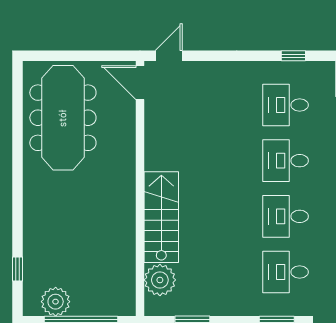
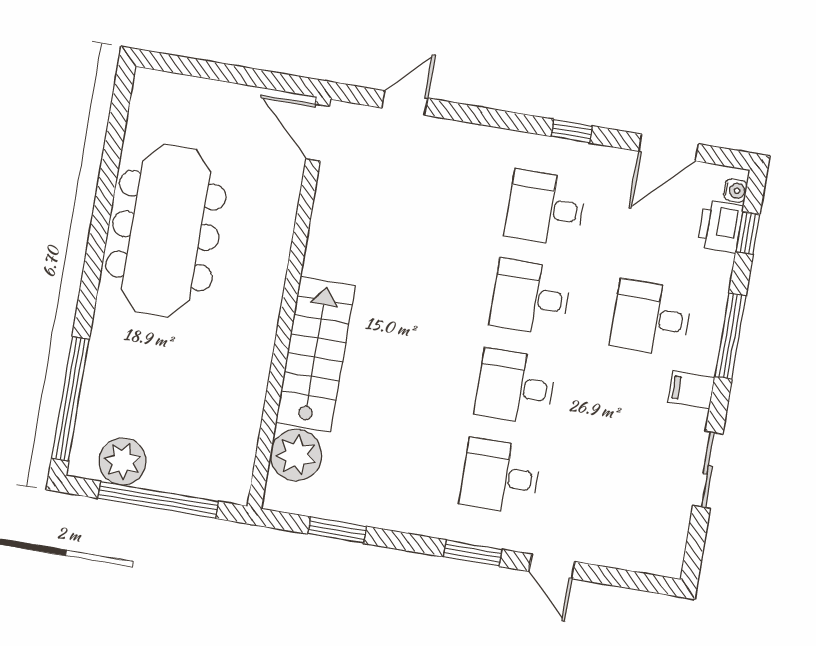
door: (169, 56) -> (405, 103), moved
meeting table: (63, 118) -> (166, 231), moved
window: (18, 269) -> (70, 399), width x3.17

